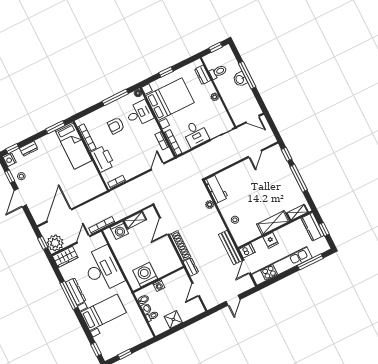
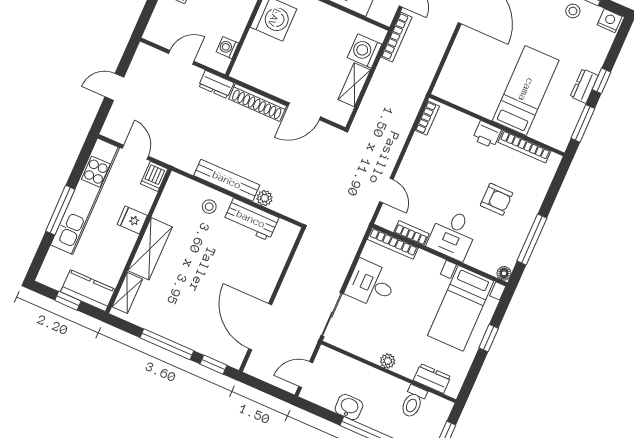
washbasin: (240, 79) -> (349, 407), moved
bed with nightstands: (170, 99) -> (461, 308), width x0.73
desk: (139, 114) -> (453, 234), moved
armchair: (116, 126) -> (497, 199), turned 90
bed: (74, 145) -> (526, 90), moved, turned 90
window: (12, 149) -> (602, 81), moved
dresser: (29, 149) -> (584, 86), moved
door: (255, 154) -> (260, 327), width x1.87
printer: (103, 159) -> (487, 134), width x0.53, depth x0.68
workbench: (216, 189) -> (251, 219), moved
door: (164, 226) -> (304, 111), swing flipped
bench: (230, 247) -> (227, 180), moved
window: (310, 262) -> (60, 210), moved
washing machine: (159, 286) -> (227, 48), moved
door: (196, 290) -> (181, 57), hinge flipped
door: (233, 300) -> (114, 87), hinge flipped

